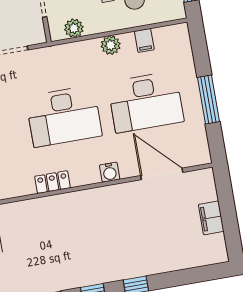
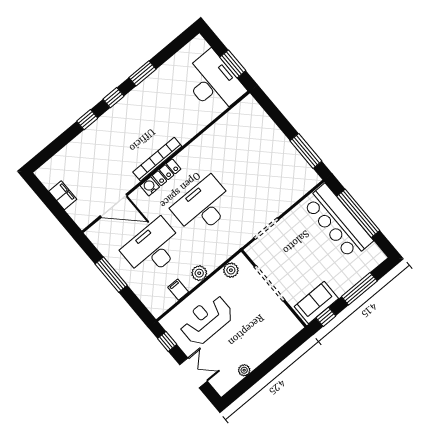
locker: (52, 182) -> (167, 172), moved
bookcase: (84, 197) -> (157, 159), added

